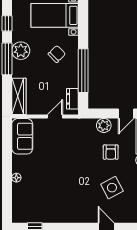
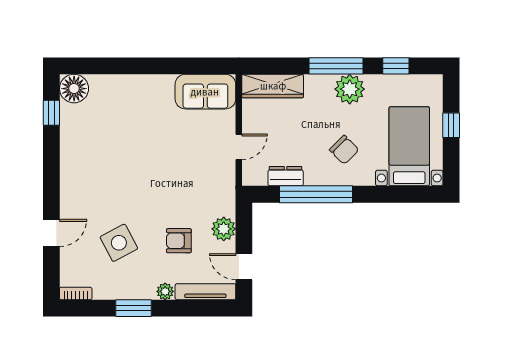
dresser: (72, 99) -> (286, 176), moved
door: (55, 116) -> (239, 147), hinge flipped
floor lamp: (16, 178) -> (74, 89), moved, width x1.89, depth x1.89

